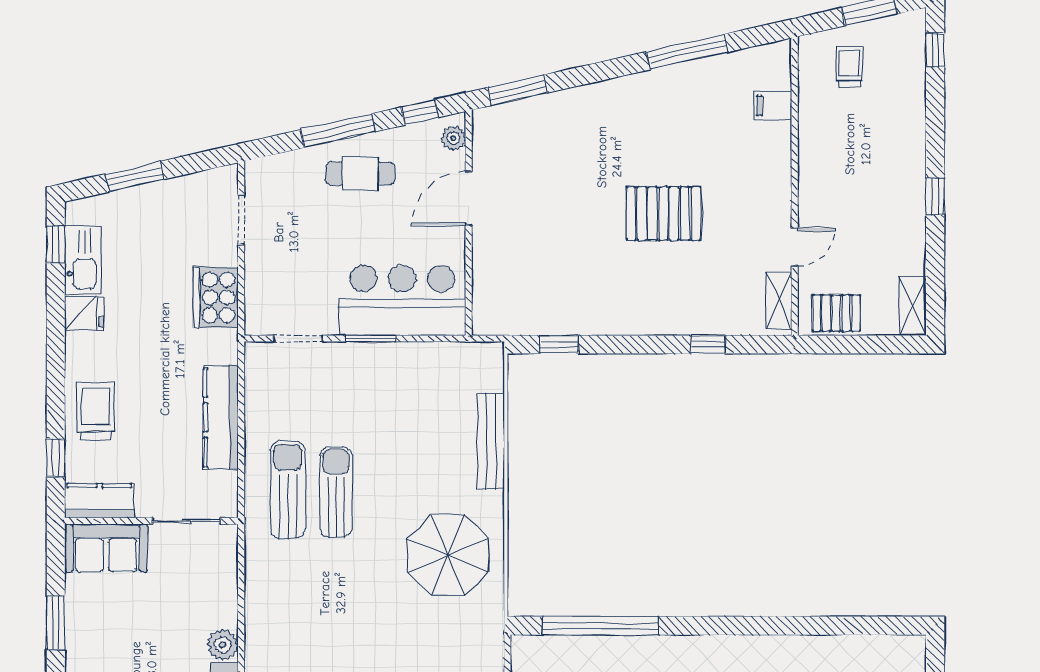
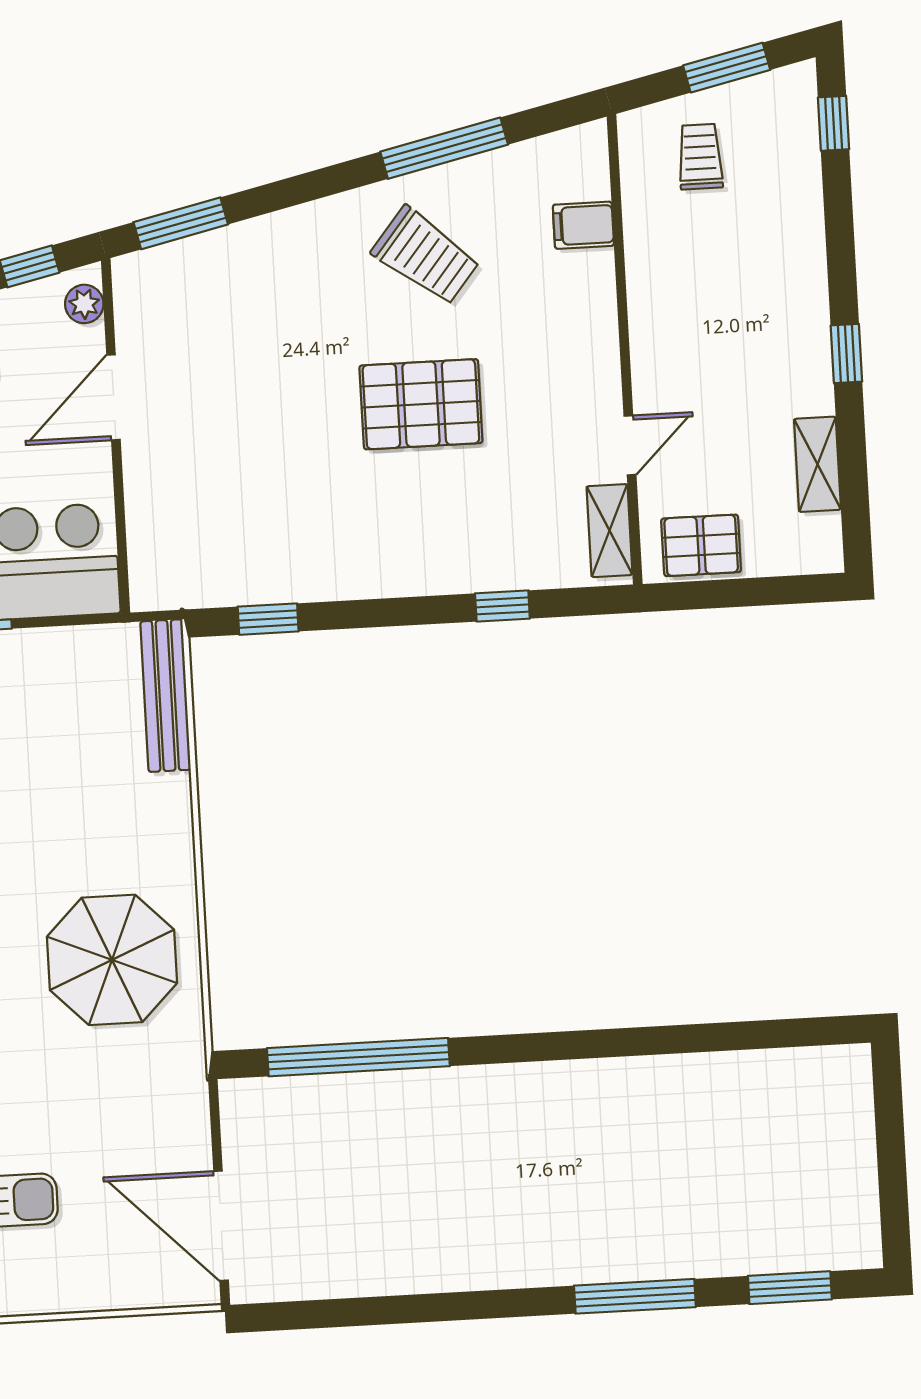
trolley: (672, 120) -> (426, 256), added
shelving: (913, 306) -> (817, 464), moved
bench: (491, 441) -> (166, 696), moved

